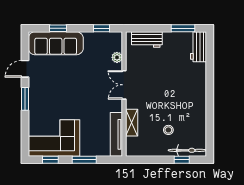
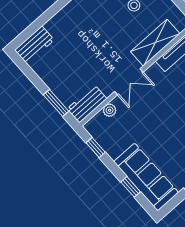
window: (183, 28) -> (56, 103), moved
workbench: (147, 40) -> (87, 104), moved, turned -90
shelving: (132, 123) -> (155, 43), width x1.50, depth x1.33

